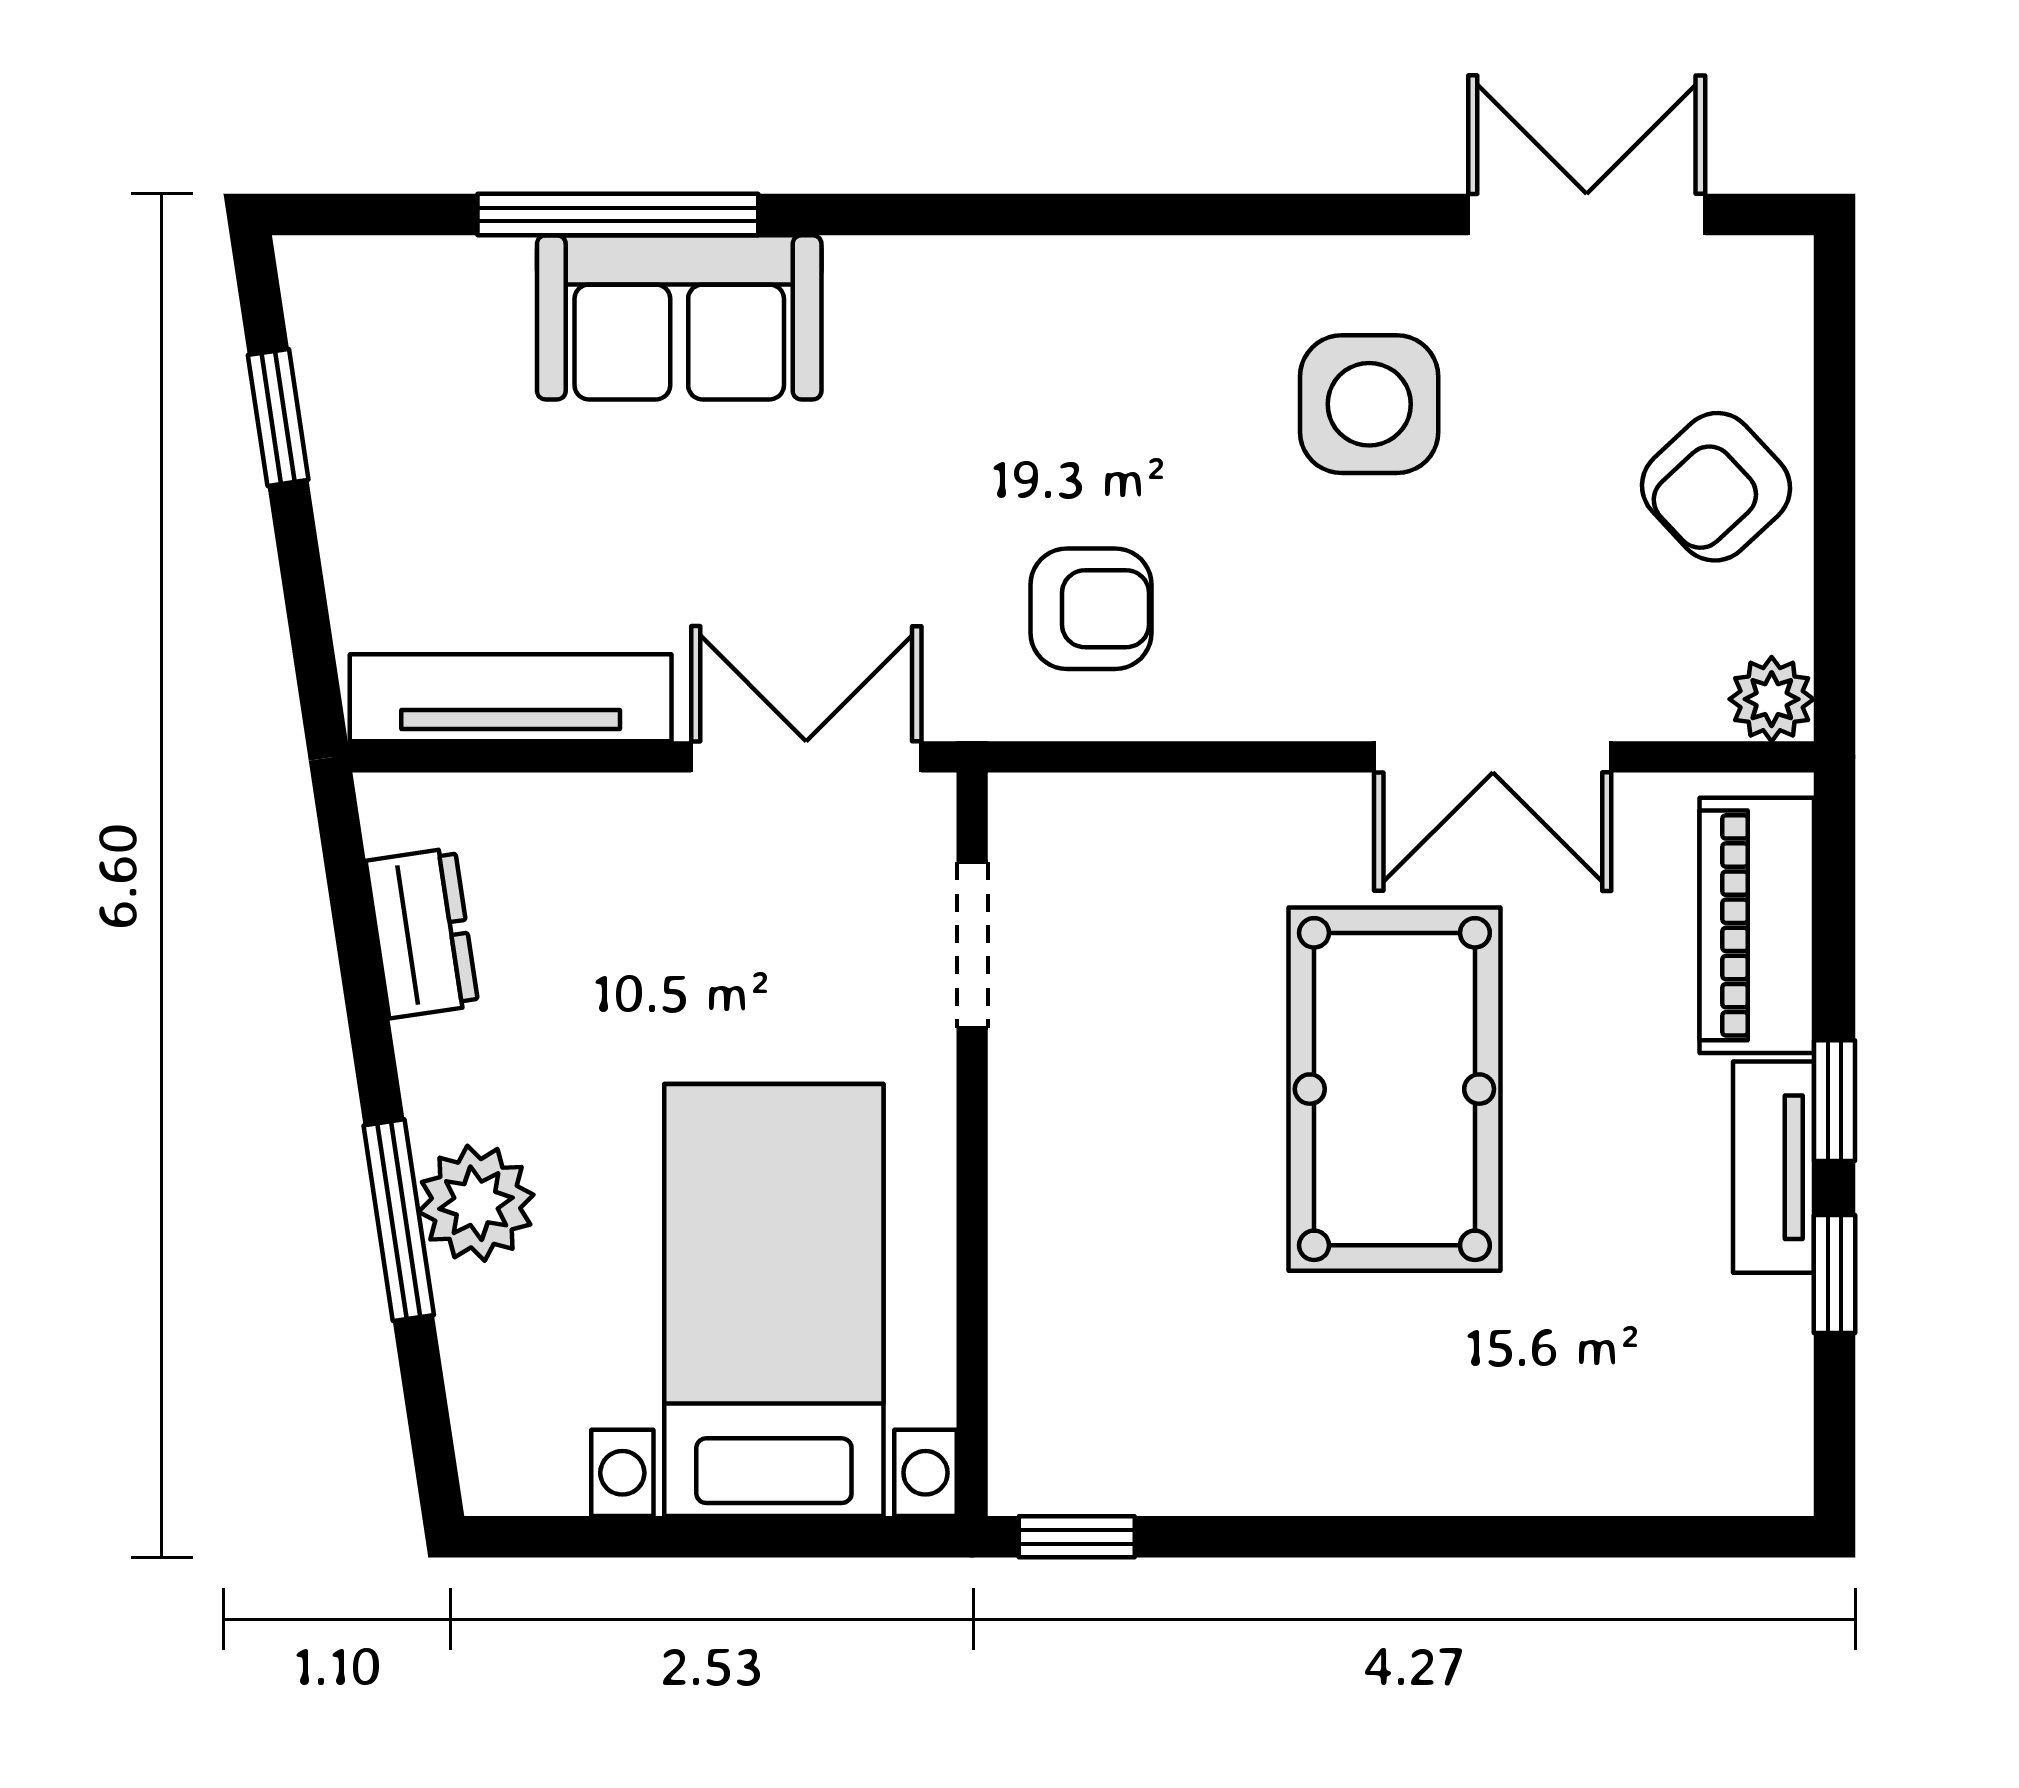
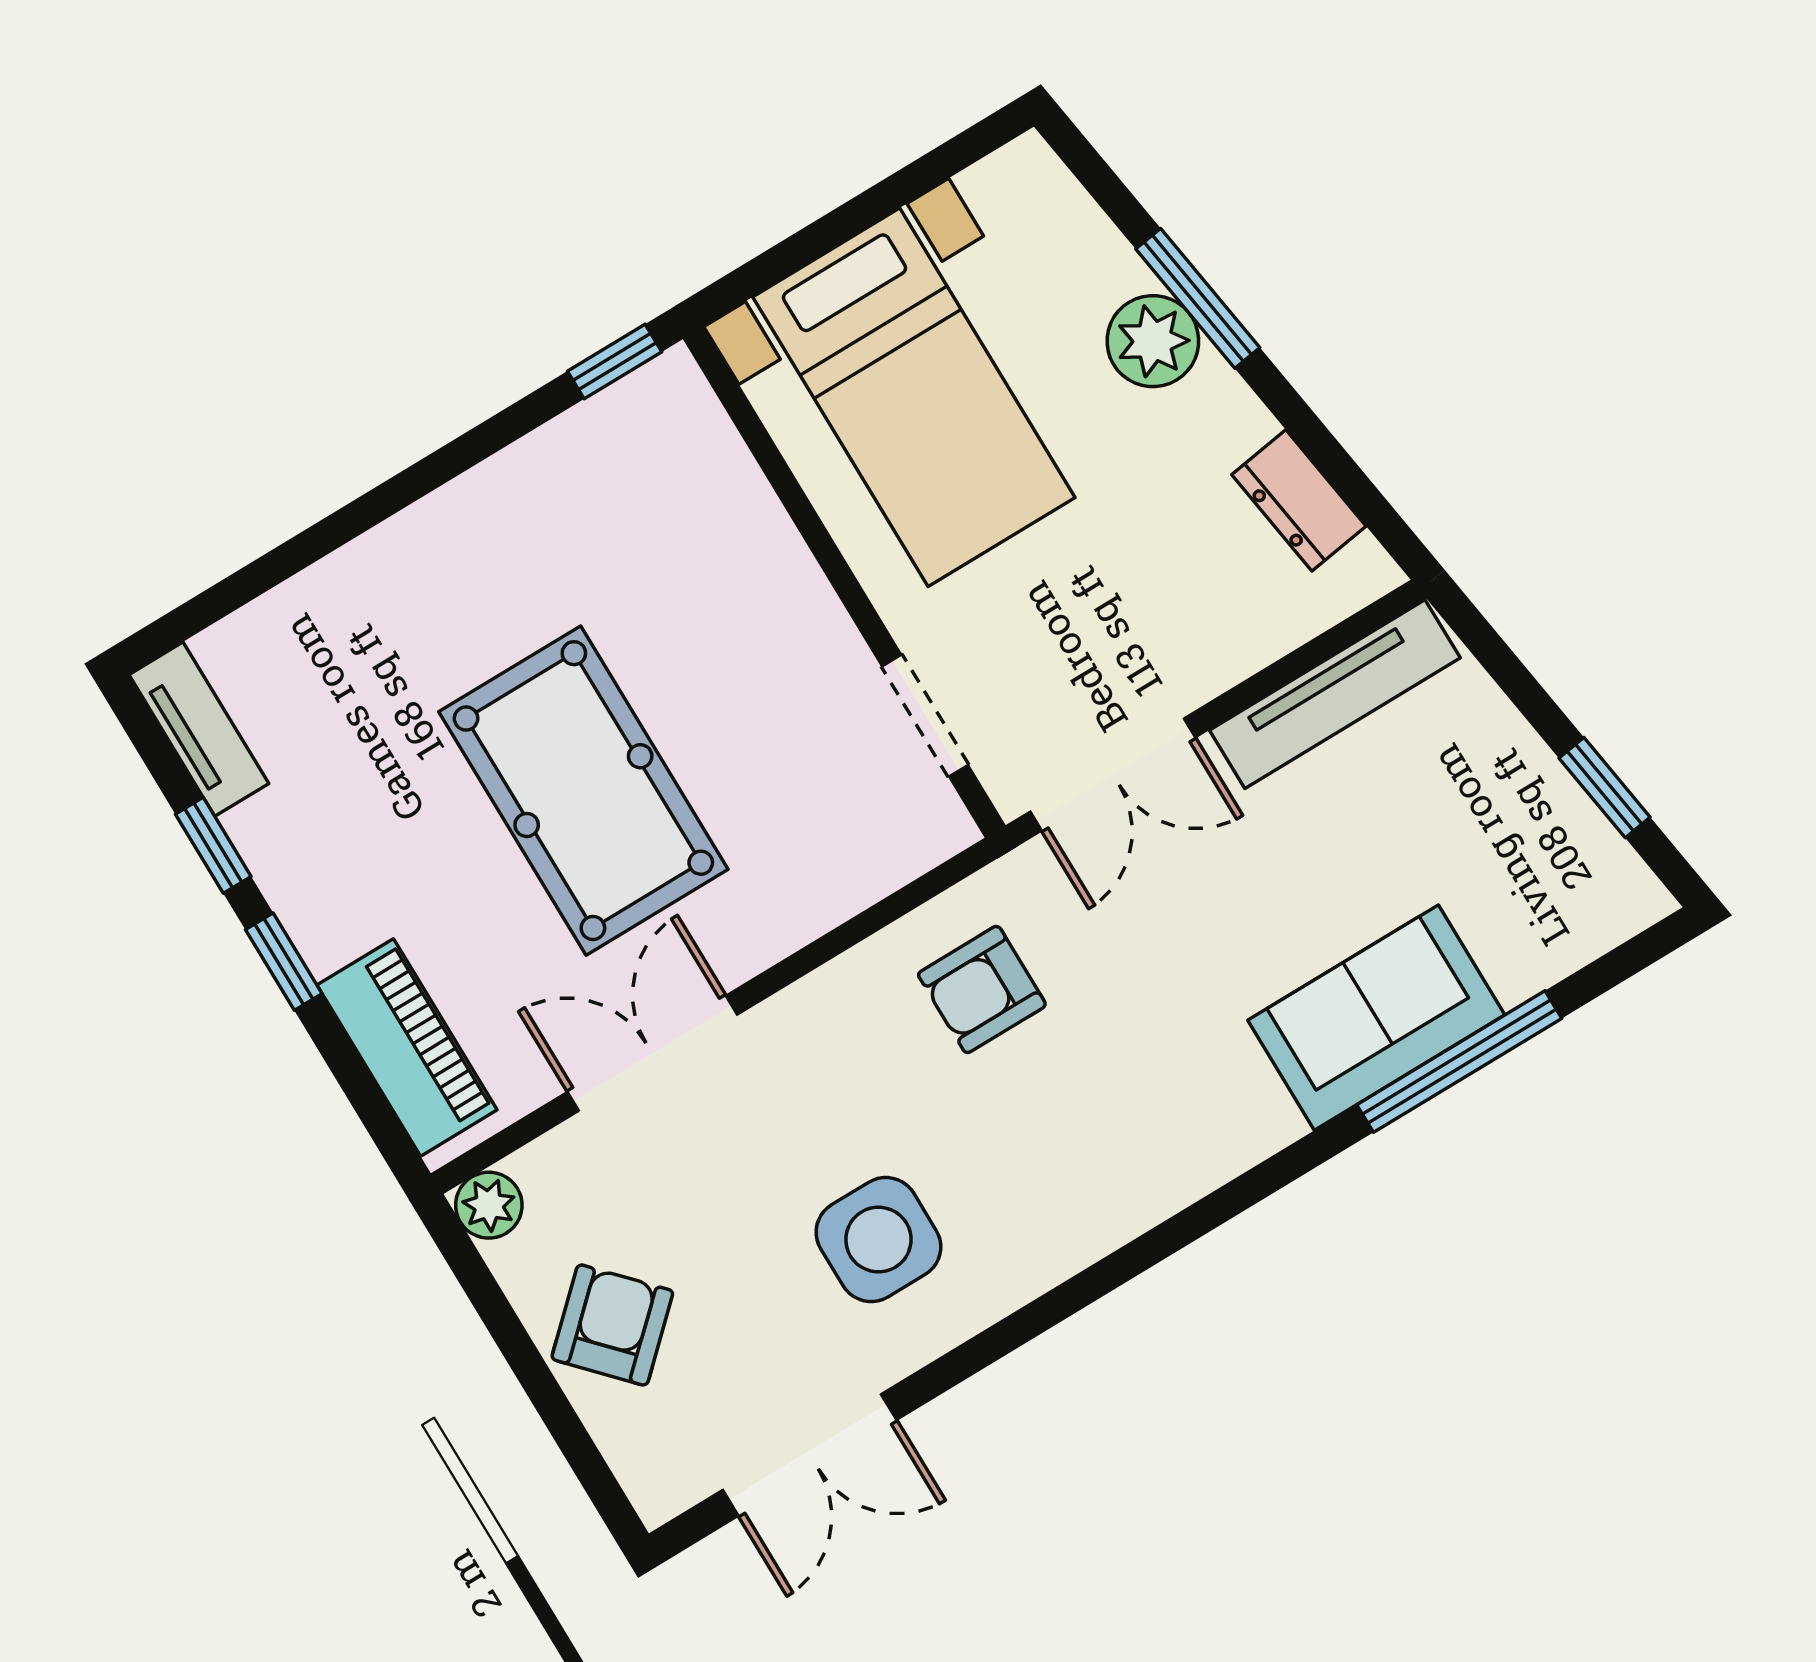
tv unit: (1774, 1167) -> (199, 729), moved

